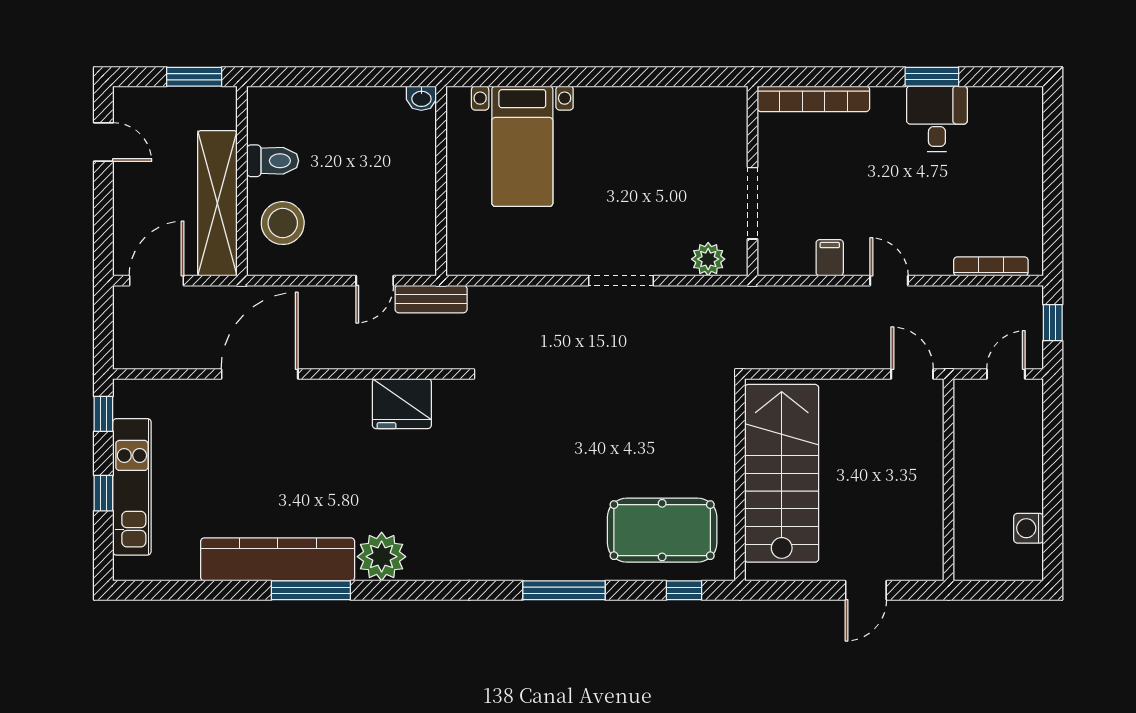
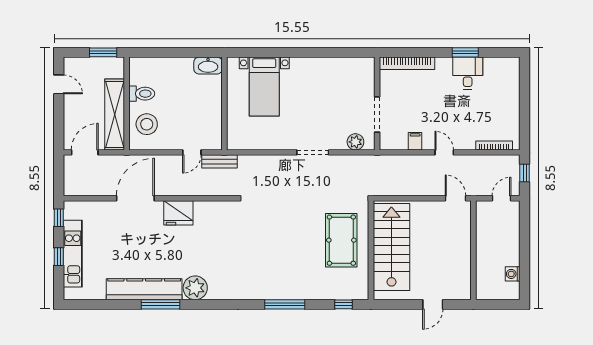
washbasin: (421, 98) -> (208, 66), width x1.91, depth x1.45
fridge: (402, 404) -> (178, 213), moved
pool table: (662, 530) -> (341, 240), moved, turned 90

